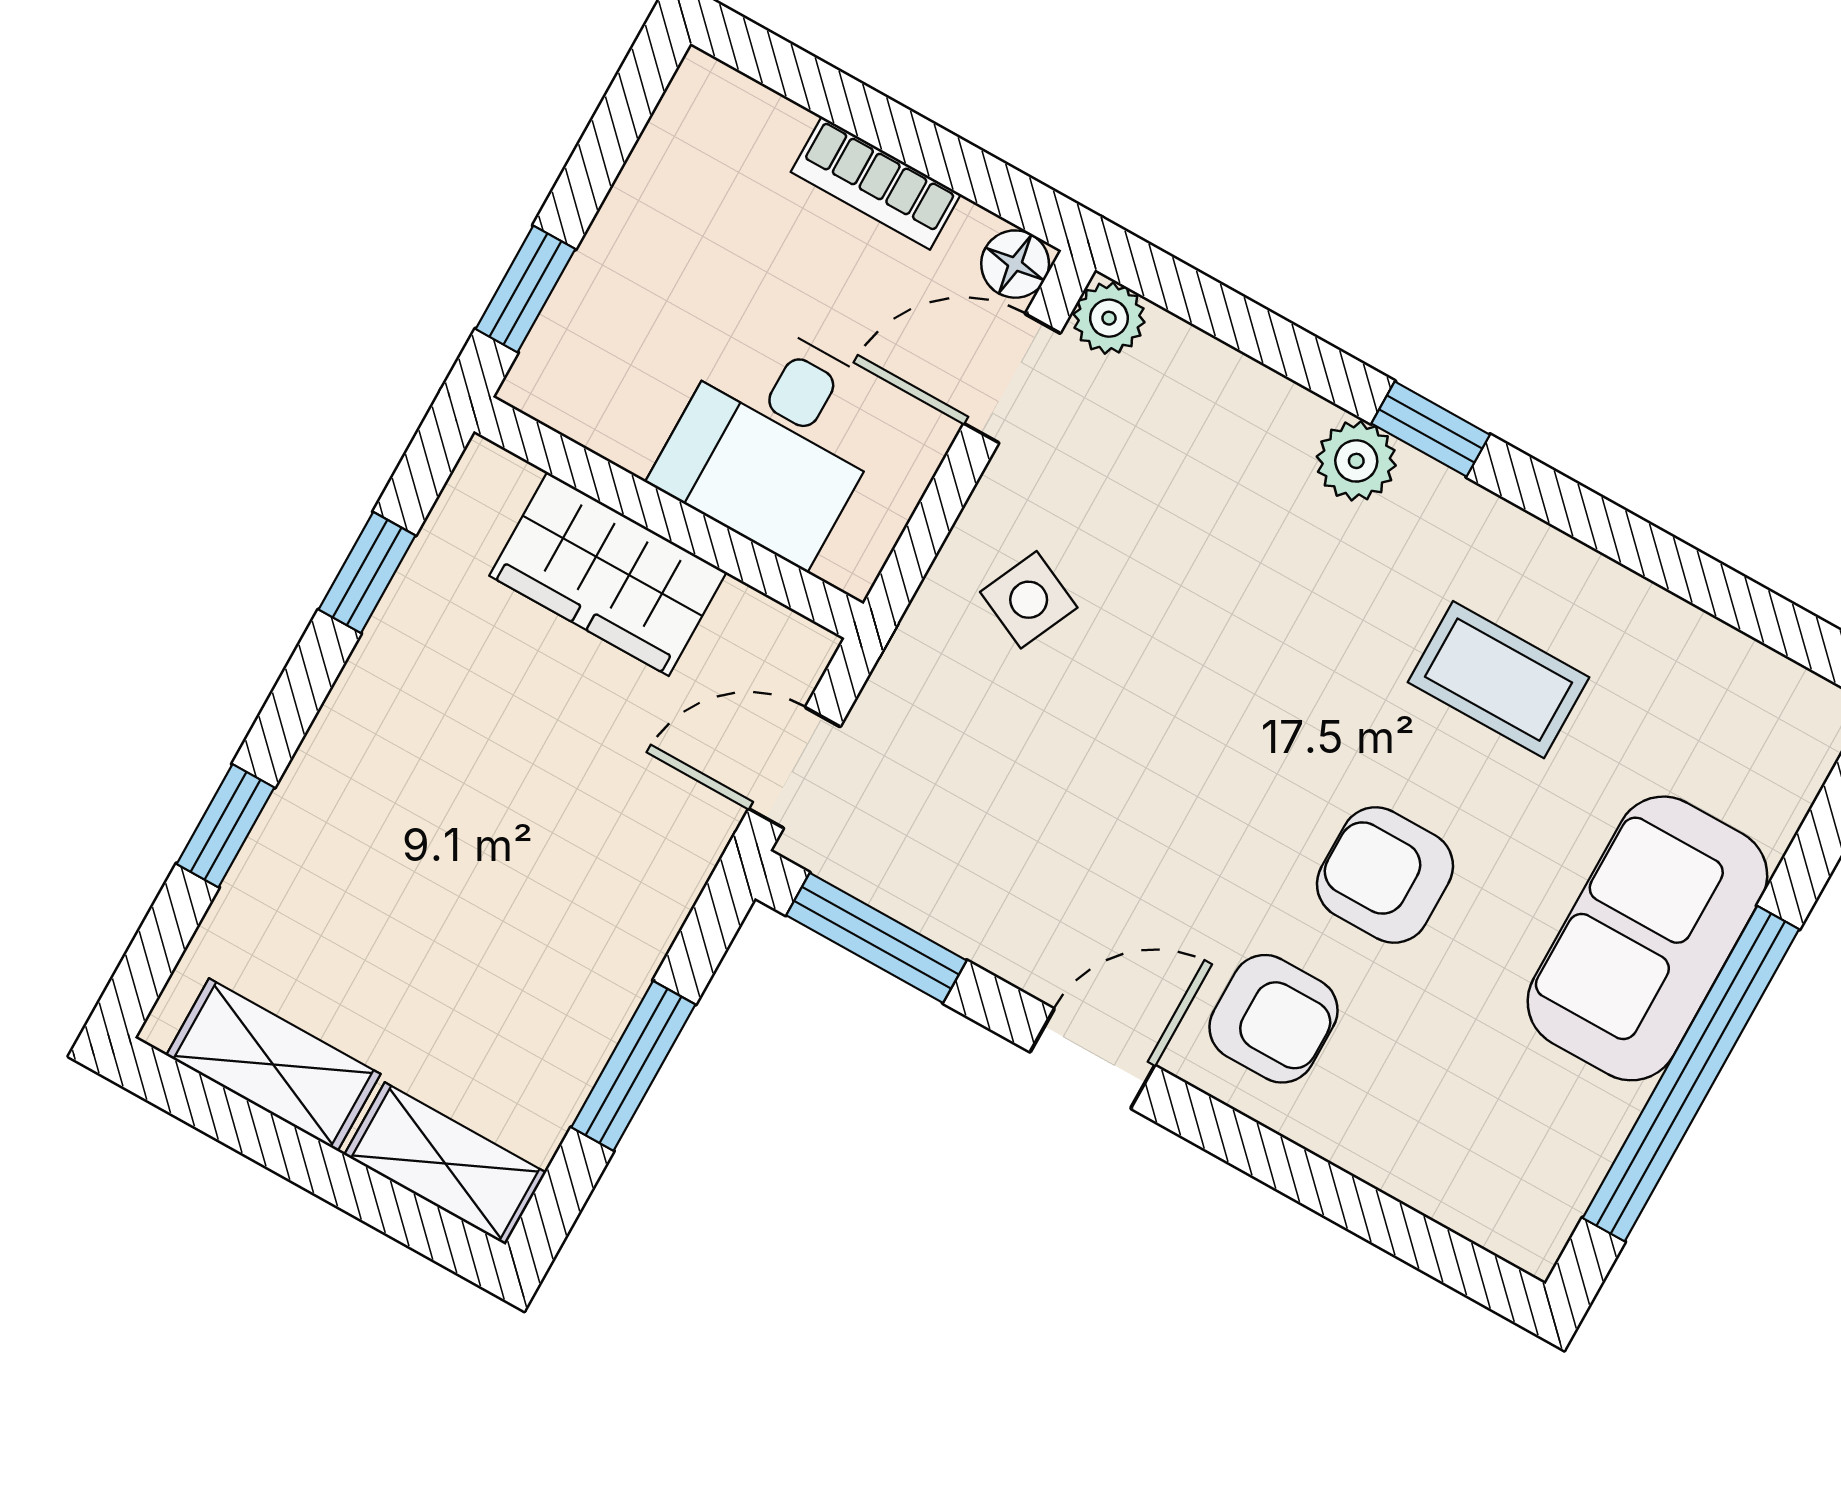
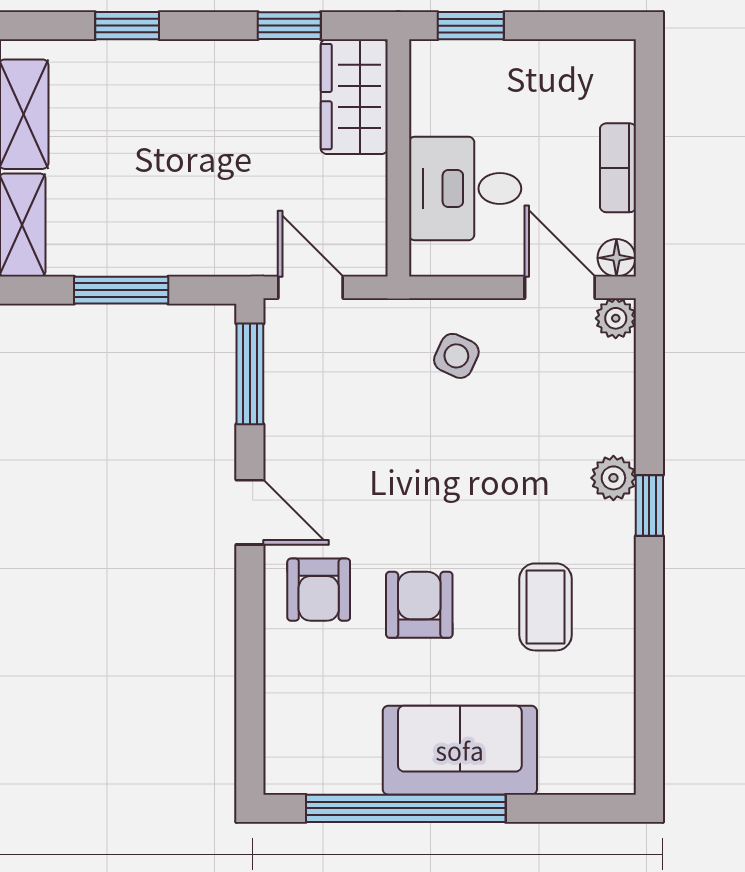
wardrobe: (608, 574) -> (354, 97), moved

